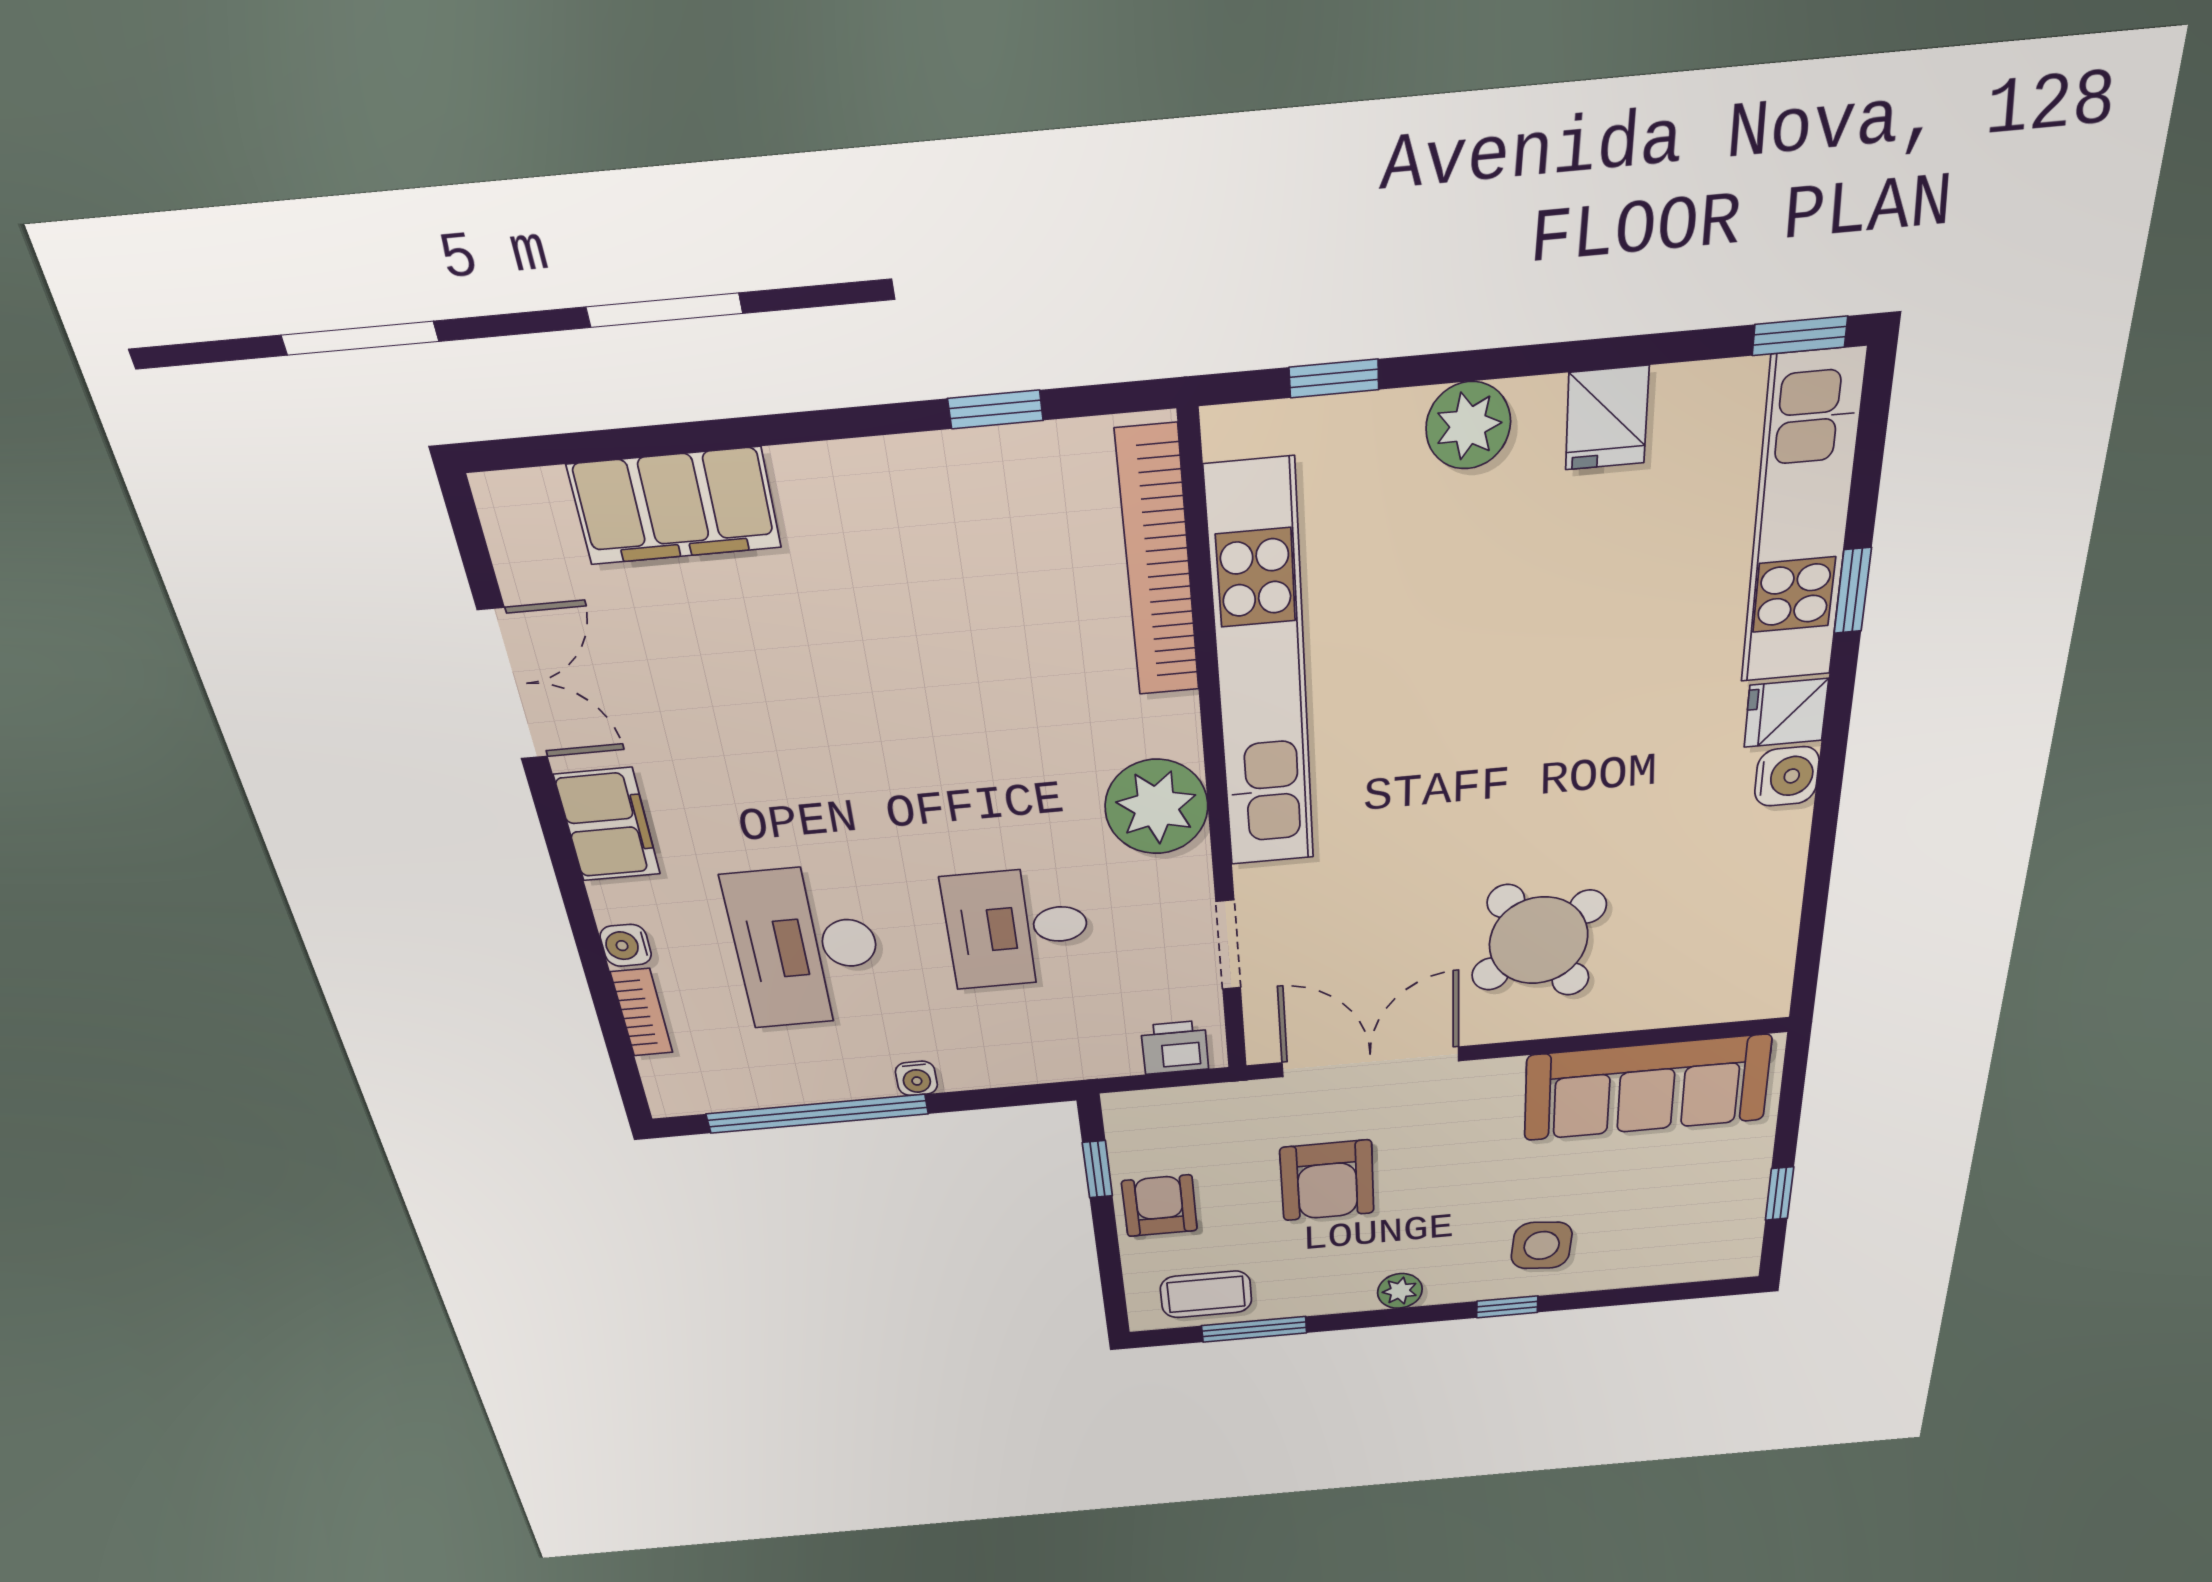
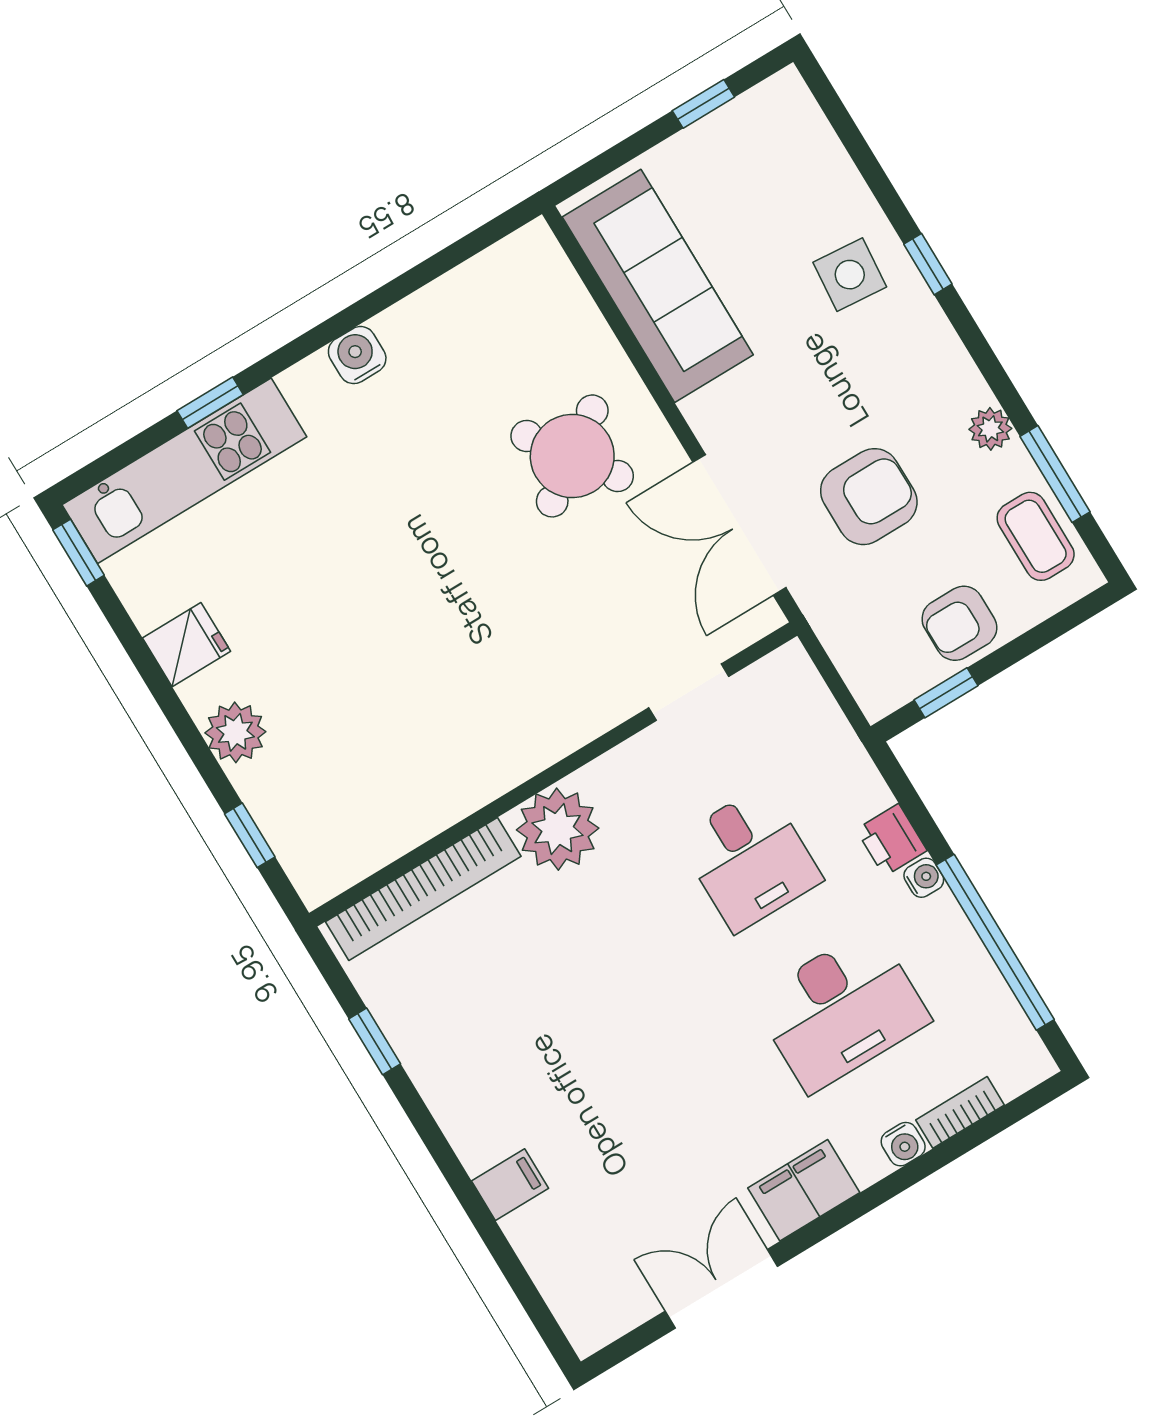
filing cabinet: (675, 506) -> (510, 1185), width x0.33, depth x0.86
kitchen unit: (1261, 672) -> (465, 780), removed
fridge: (1786, 713) -> (313, 389), removed
plant: (1156, 807) -> (558, 829), moved
printer: (1175, 1047) -> (891, 840), moved
plant: (1400, 1291) -> (990, 429), moved

